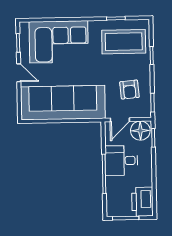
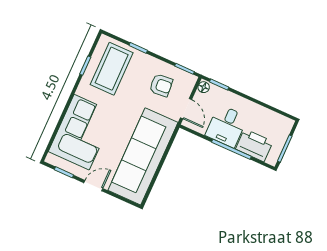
floor lamp: (140, 131) -> (204, 87), width x0.53, depth x0.53
printer: (142, 202) -> (254, 145), moved, turned 180

